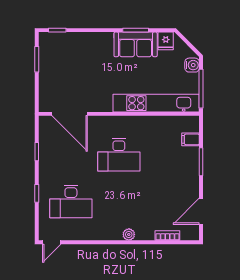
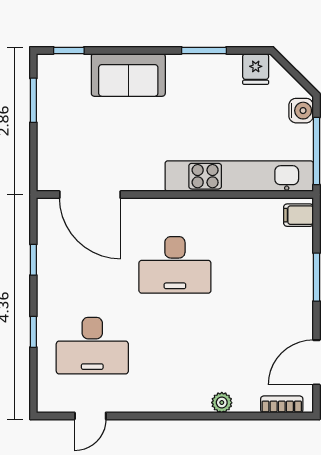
sofa: (136, 44) -> (128, 75), moved
filing cabinet: (191, 139) -> (299, 215), moved
plant: (129, 234) -> (222, 403), moved
bookcase: (167, 236) -> (282, 404), moved
door: (52, 242) -> (90, 416), moved

